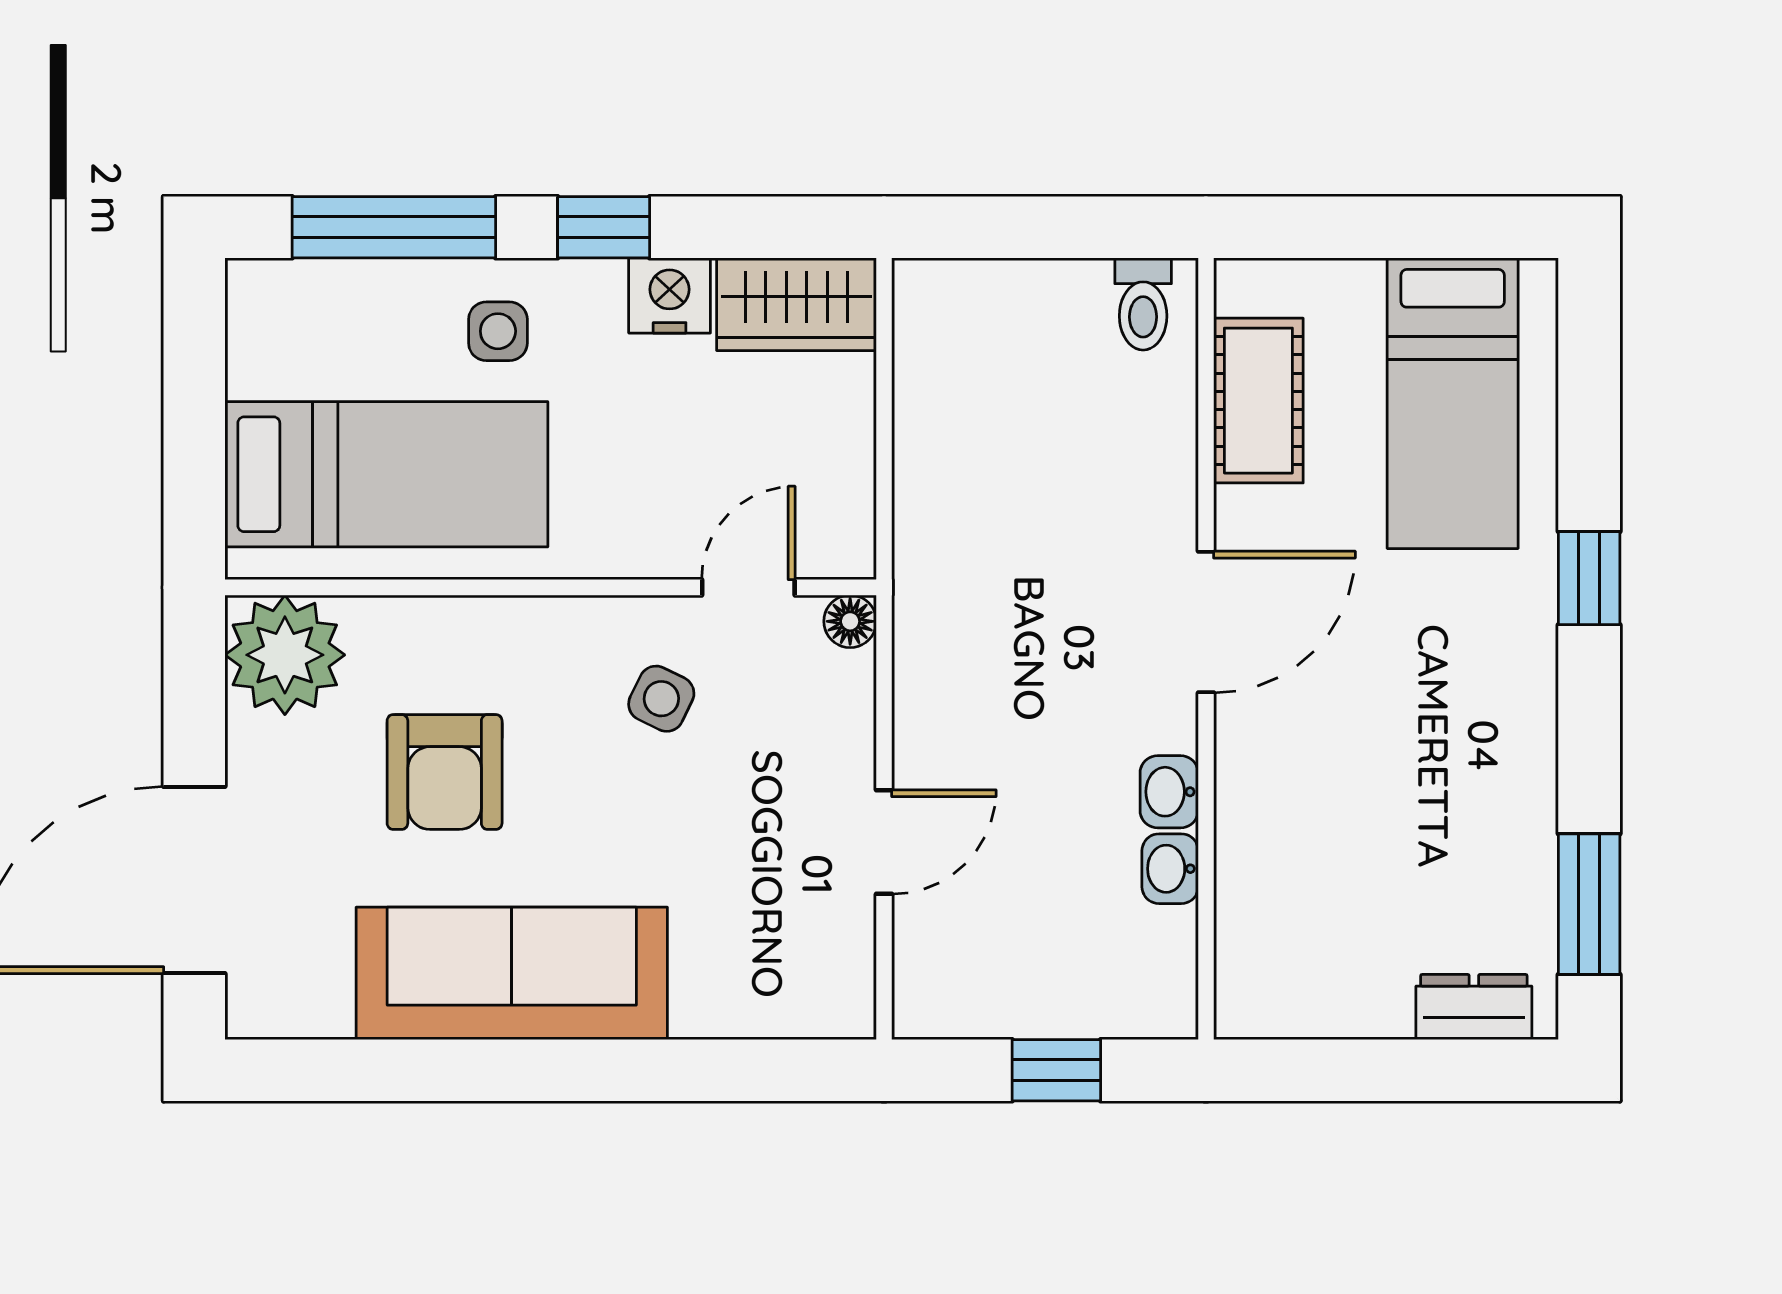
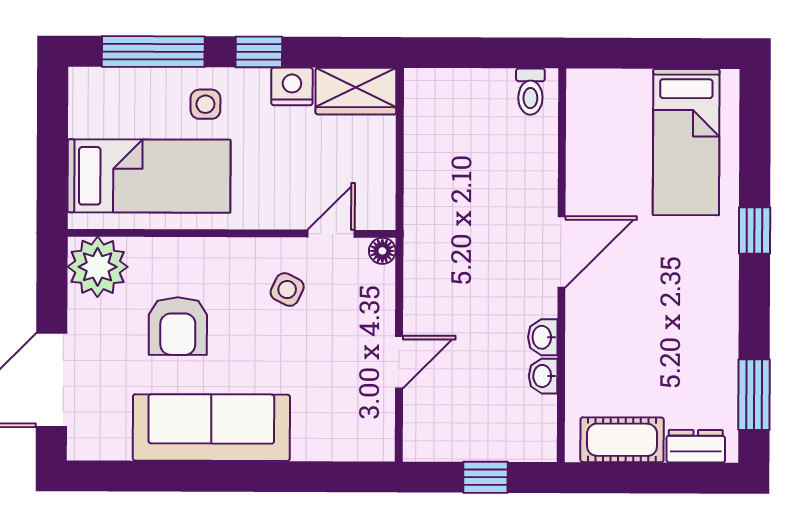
cot: (1258, 401) -> (622, 440), moved, turned 90

